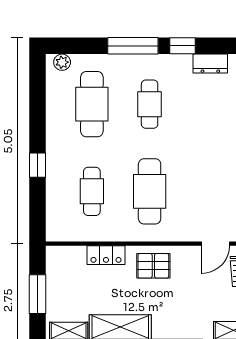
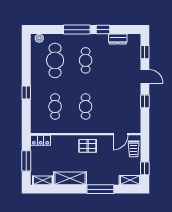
cafe table: (150, 191) -> (86, 107), width x0.73, depth x0.74
locker: (106, 255) -> (41, 140), moved

